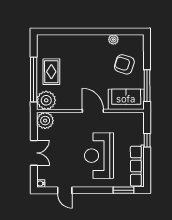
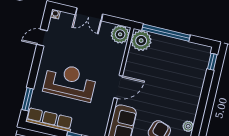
window: (50, 32) -> (212, 62), added
rug: (51, 72) -> (170, 53), removed

